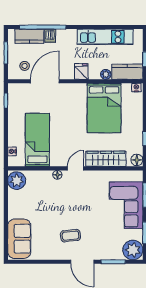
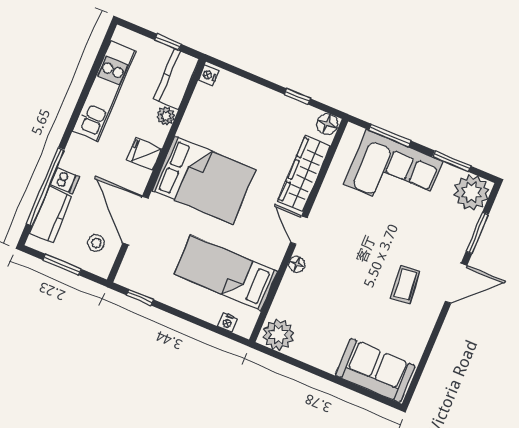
bed: (104, 108) -> (204, 180), moved

